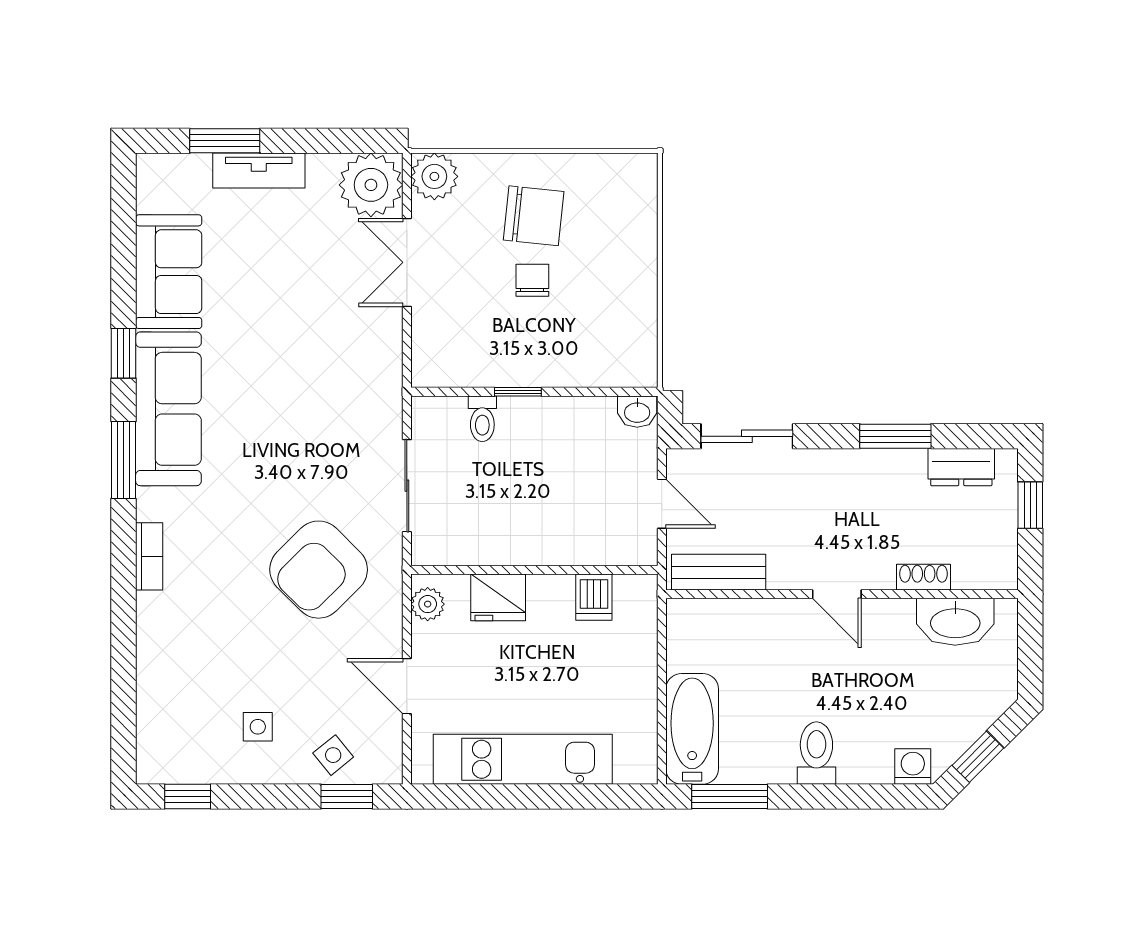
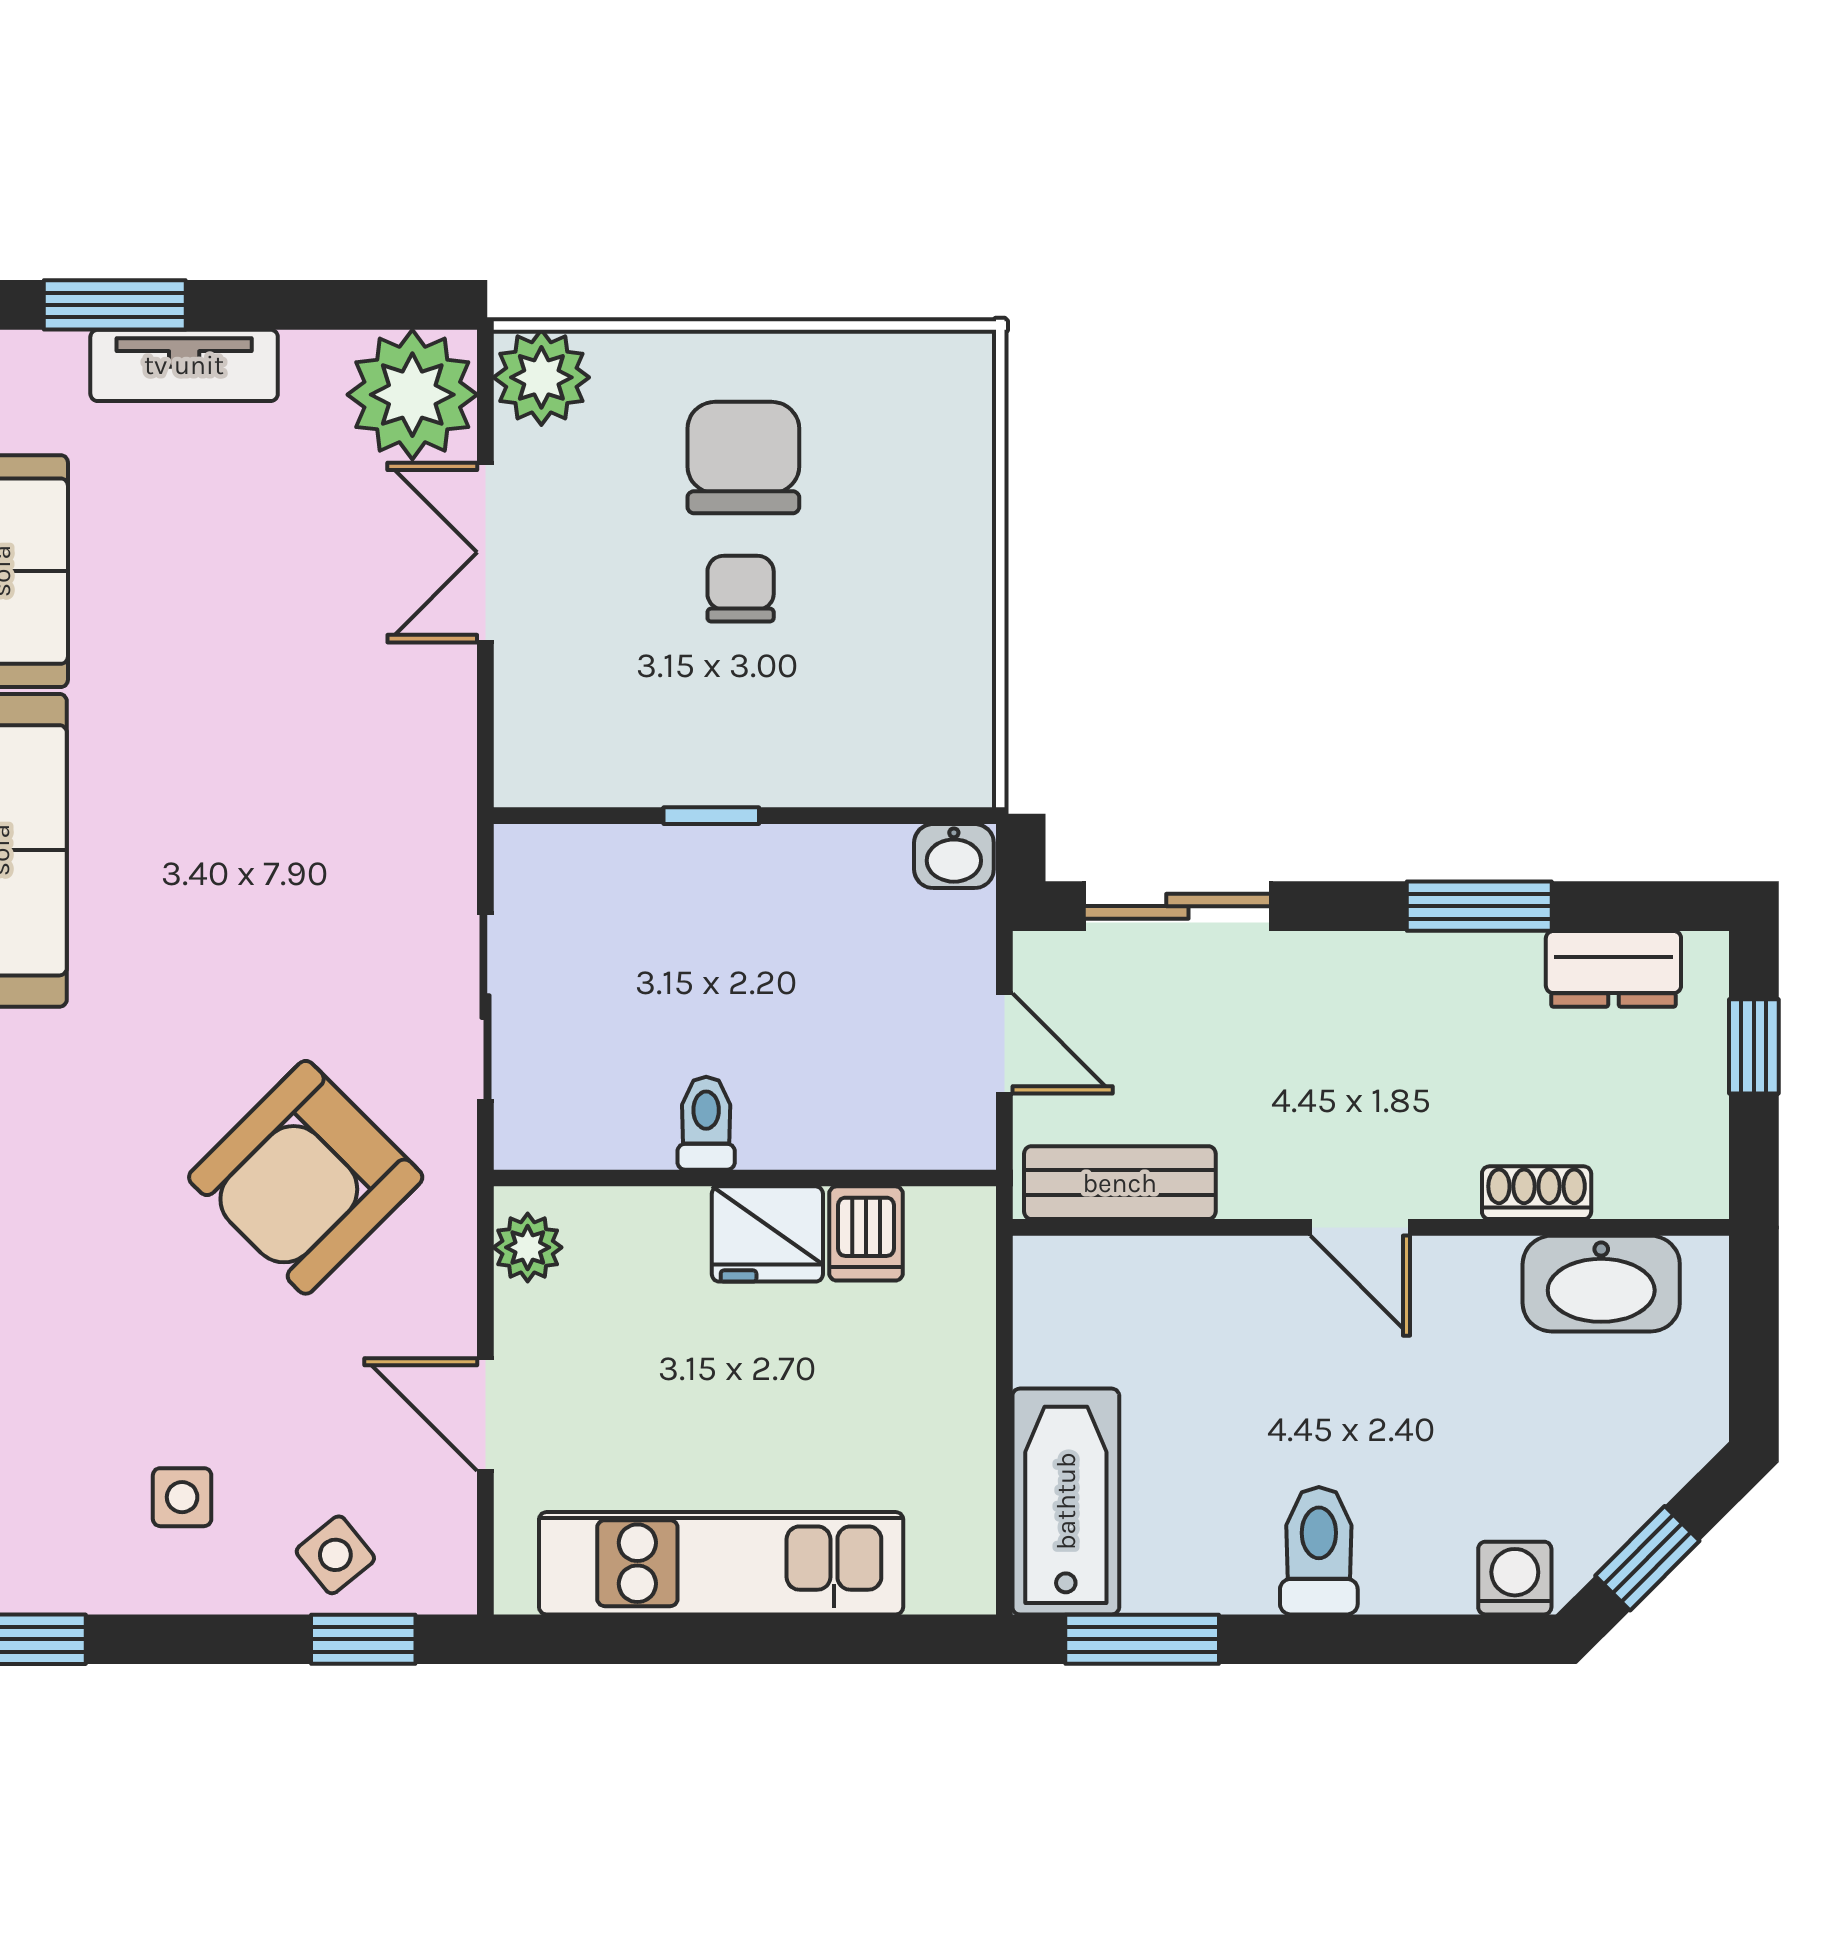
chair: (534, 216) -> (743, 458), turned -96
toilet: (482, 419) -> (706, 1123), moved, turned 180
fridge: (498, 597) -> (767, 1234), moved

